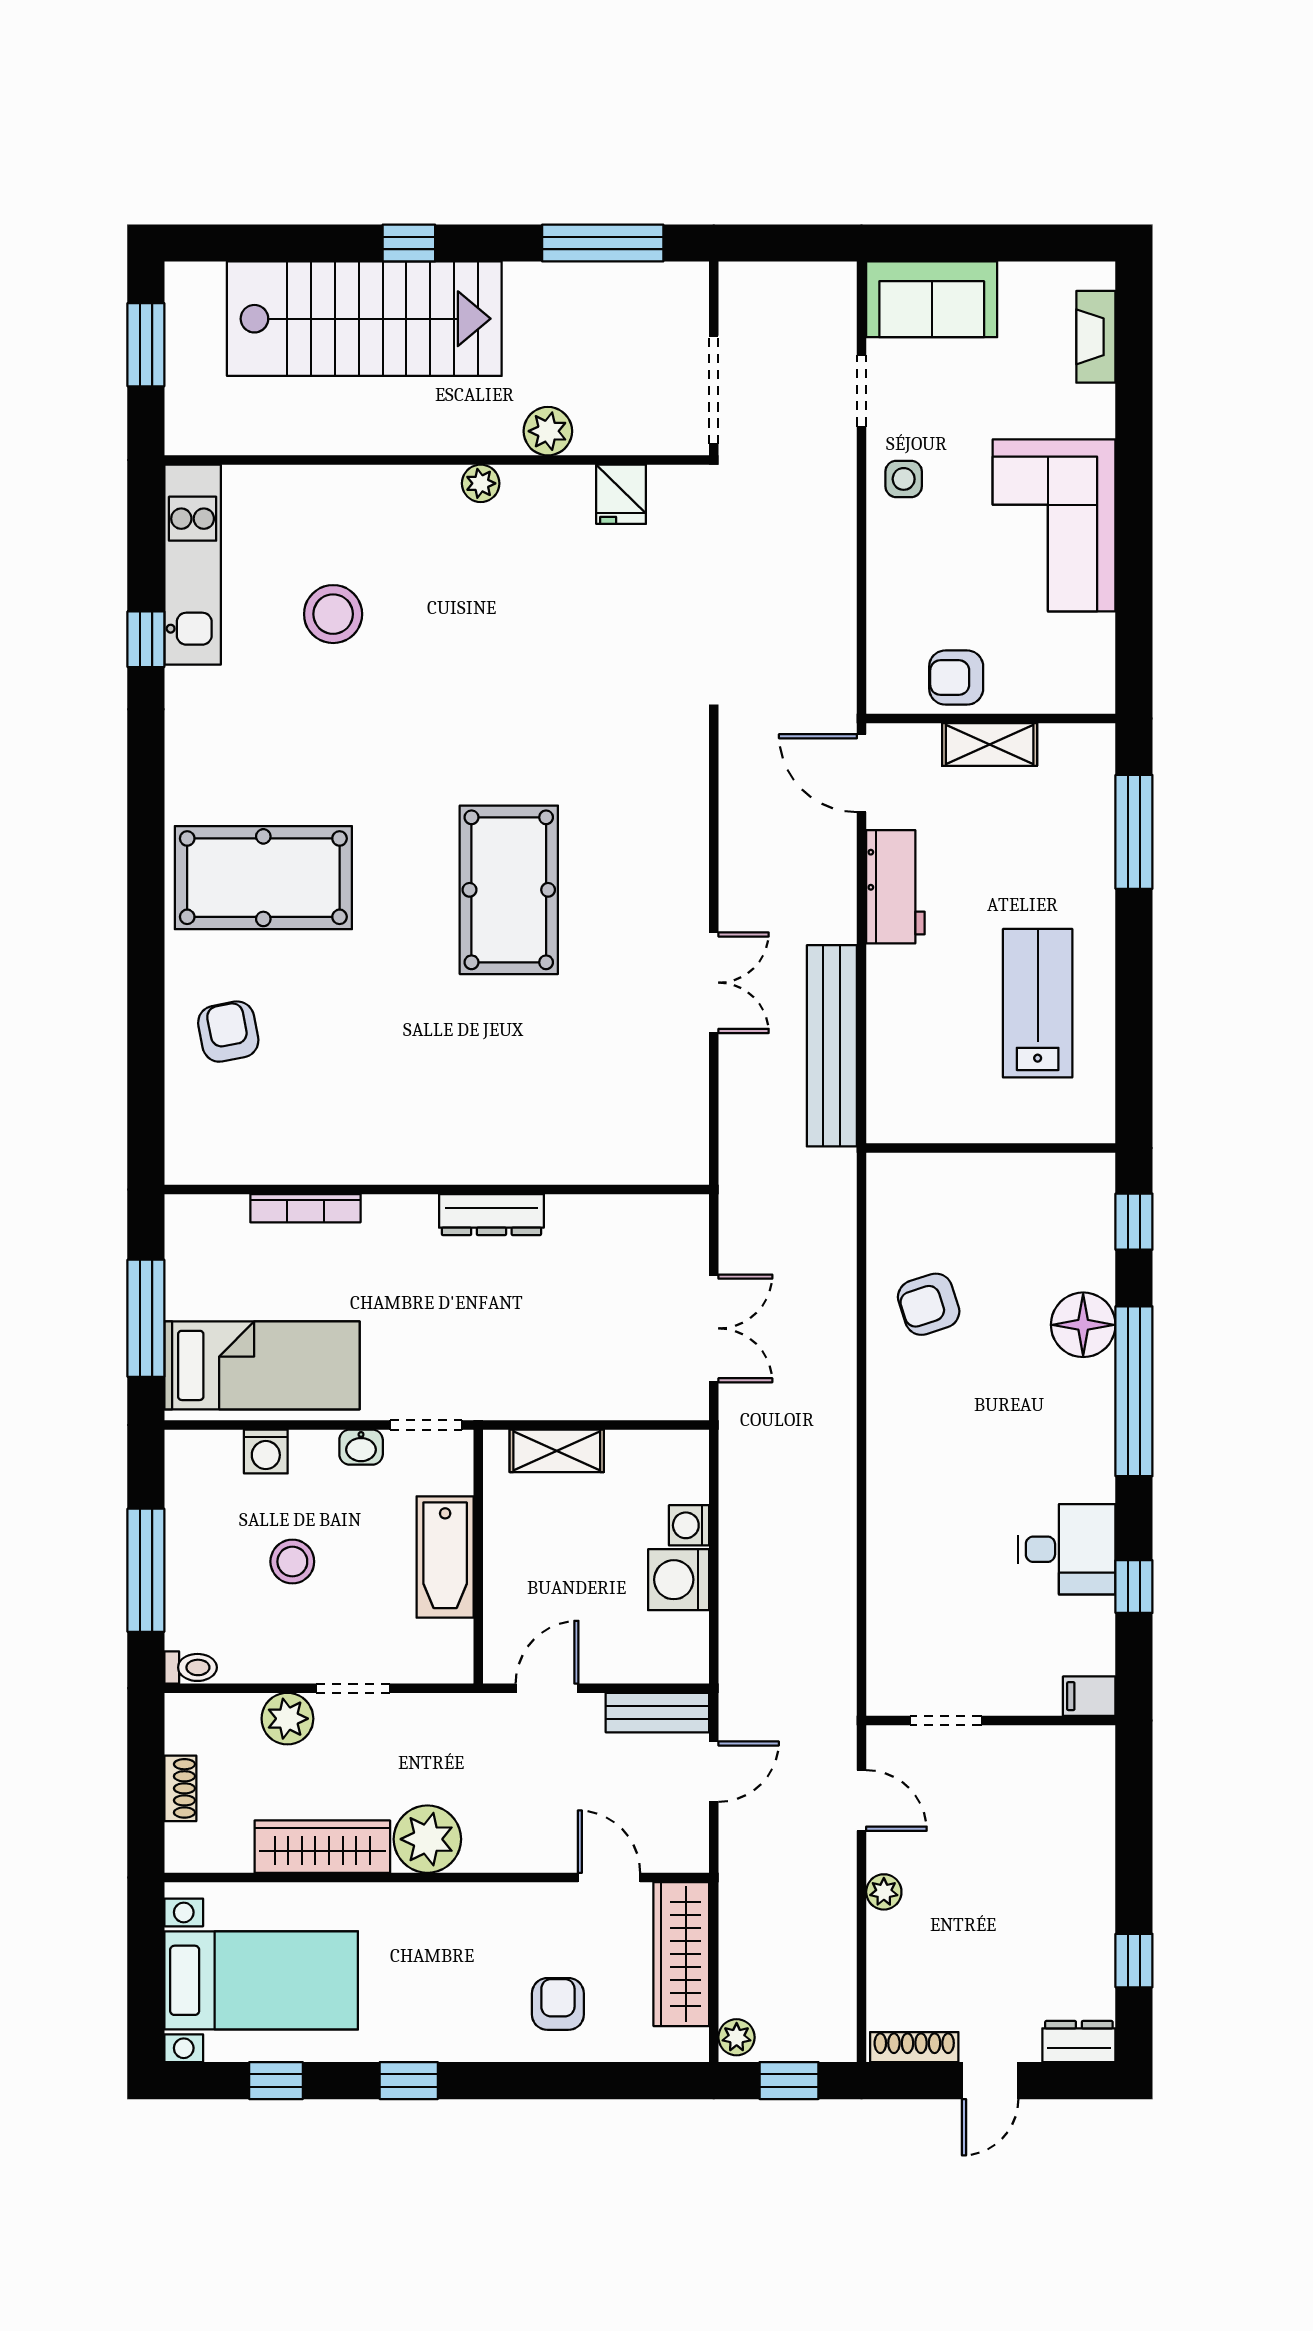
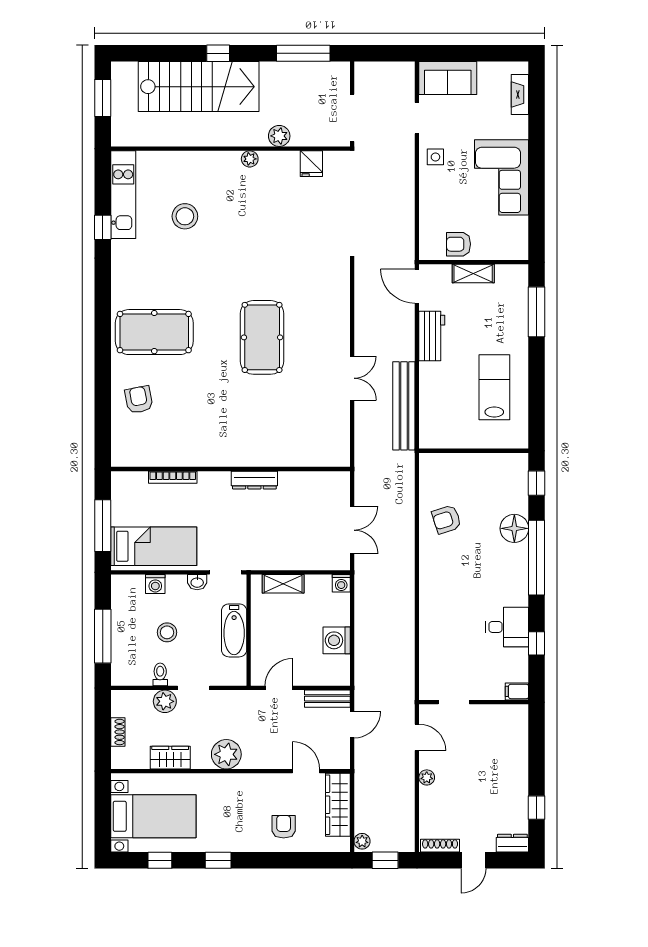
washing machine: (689, 1525) -> (341, 583), moved, turned -90
toilet: (191, 1667) -> (160, 674), moved, turned -90
wardrobe: (322, 1847) -> (170, 758), width x0.67

